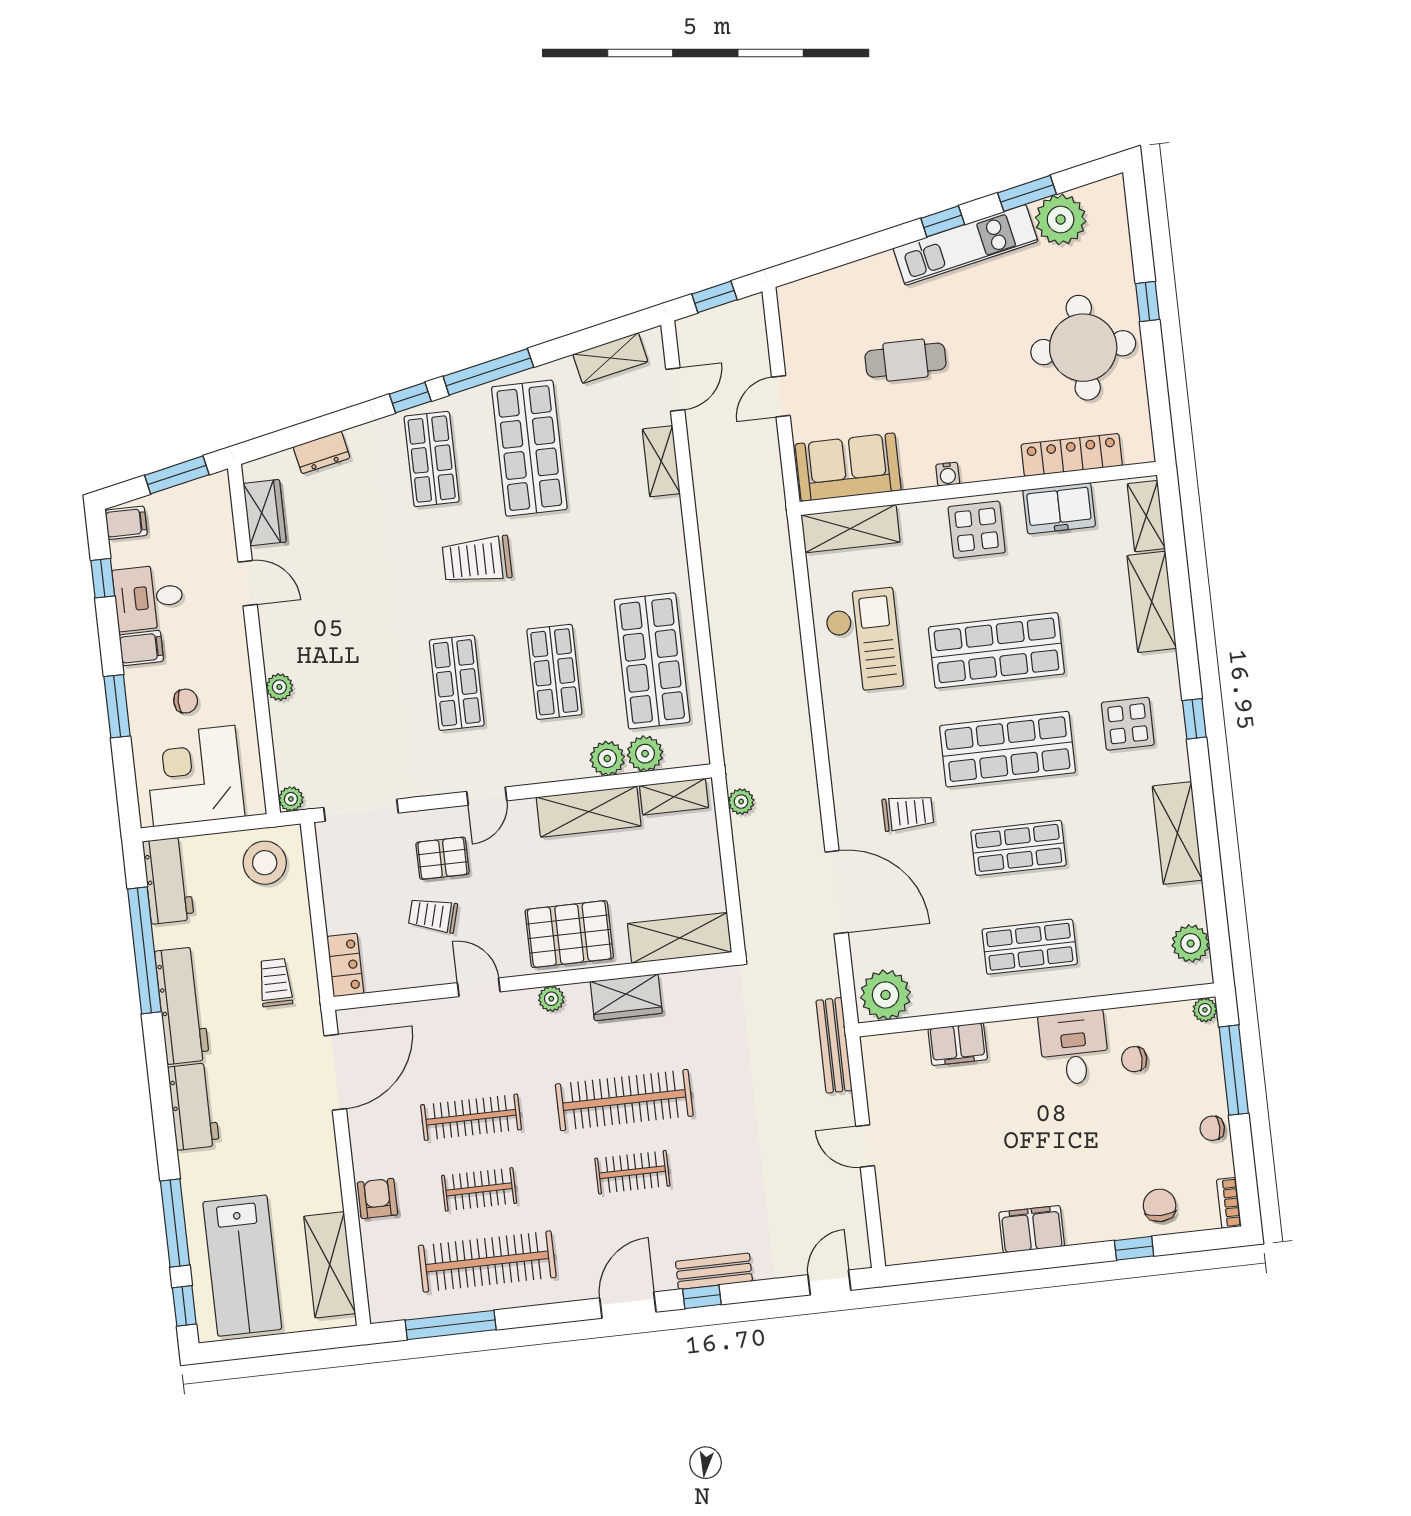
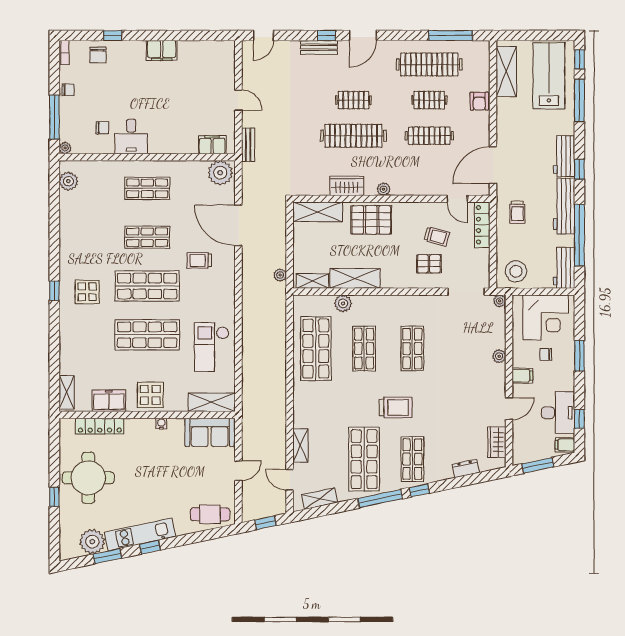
cafe table: (906, 360) -> (210, 514), moved
door: (675, 390) -> (290, 480), hinge flipped
door: (248, 583) -> (509, 409), swing flipped
desk: (149, 598) -> (558, 413), width x1.37
shelving: (1152, 602) -> (69, 350), removed
filing cabinet: (141, 648) -> (522, 376), moved, turned 180
plant: (645, 754) -> (324, 304), removed
door: (487, 796) -> (404, 292), removed
shelving: (1177, 833) -> (69, 236), removed
locker: (345, 965) -> (482, 225), width x1.53
door: (479, 987) -> (457, 199), moved
filing cabinet: (958, 1044) -> (212, 145), moved
bench: (834, 1045) -> (248, 145), width x0.73
window: (159, 1084) -> (579, 169), added

